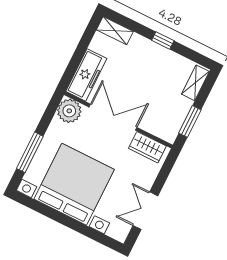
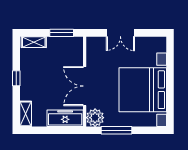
wardrobe: (147, 147) -> (93, 53), removed
window: (30, 152) -> (116, 130), moved
double door: (145, 211) -> (120, 33), moved

